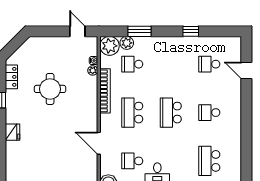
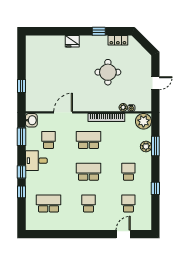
door: (77, 31) -> (155, 83), moved
plant: (127, 43) -> (146, 146), moved
school desk: (132, 64) -> (128, 172), moved

